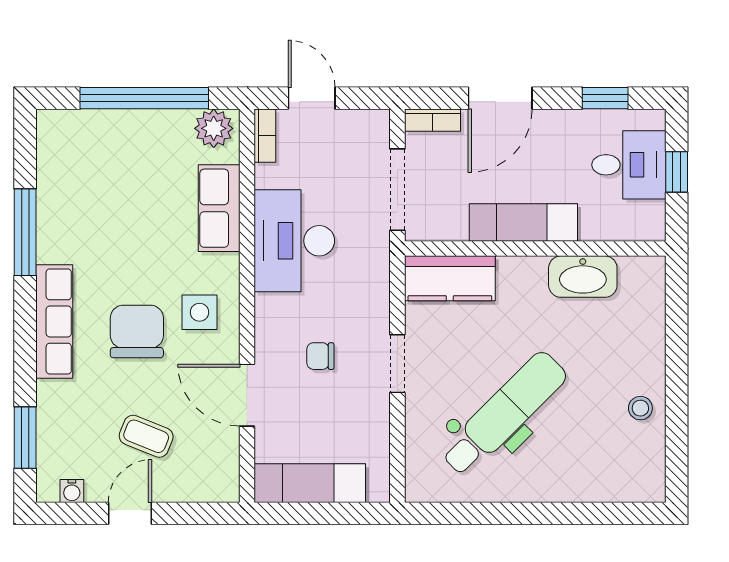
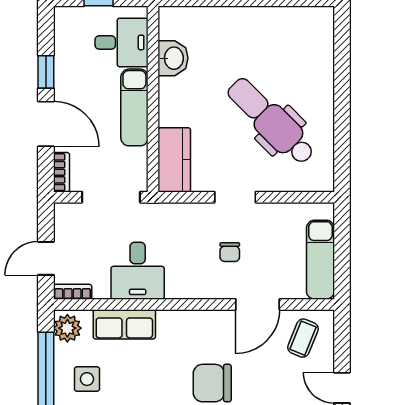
window: (605, 98) -> (46, 72), moved
desk: (629, 165) -> (122, 42), moved, turned 90
desk: (294, 241) -> (138, 271), width x0.73
washbasin: (583, 277) -> (173, 58), width x0.72
side table: (199, 312) -> (87, 379), moved
stool: (640, 408) -> (267, 24), removed
coffee table: (146, 436) -> (303, 338), moved

